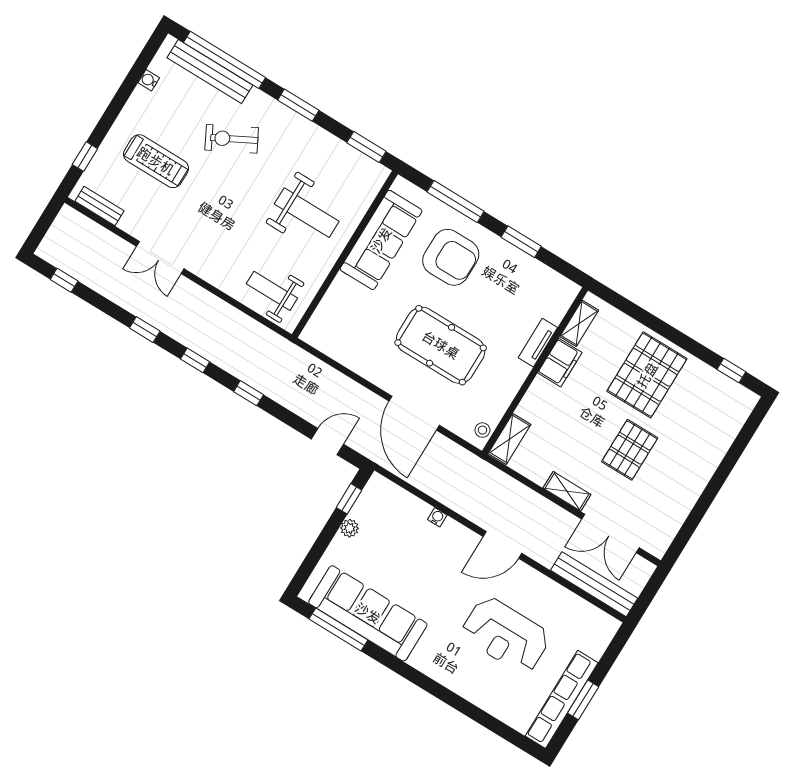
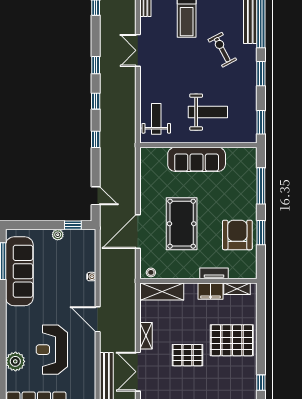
weight bench: (307, 213) -> (208, 112), turned -90
sofa: (381, 240) -> (197, 159), moved
armchair: (451, 257) -> (237, 235), moved, turned 180
shelving: (510, 439) -> (162, 291), width x1.50, depth x1.33
plant: (491, 697) -> (15, 361), added

